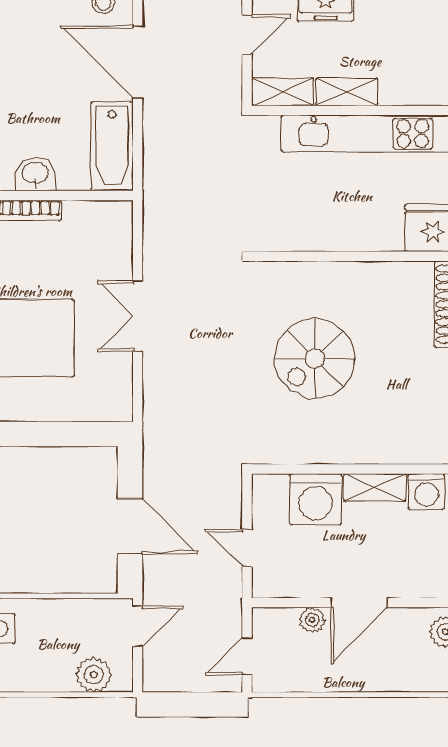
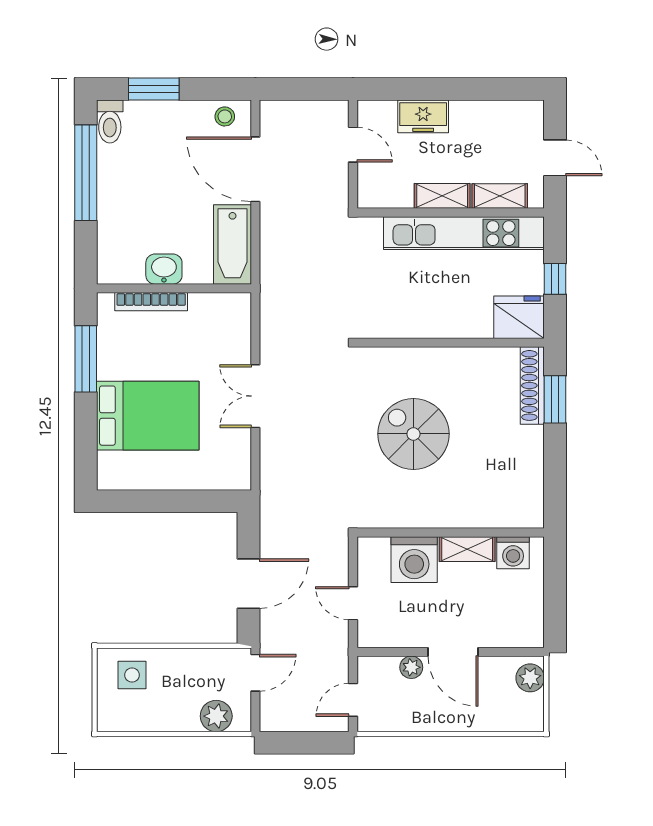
door: (247, 34) -> (353, 145), hinge flipped
shelving: (282, 92) -> (500, 196), moved
spiral stairs: (315, 359) -> (413, 434), turned 90
door: (130, 526) -> (249, 584), hinge flipped
door: (359, 603) -> (453, 652), hinge flipped

